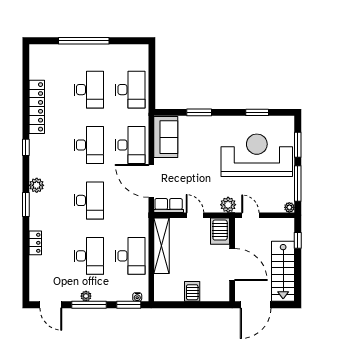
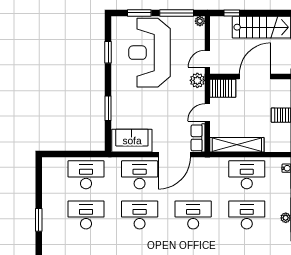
window: (84, 41) -> (39, 220), width x0.47

